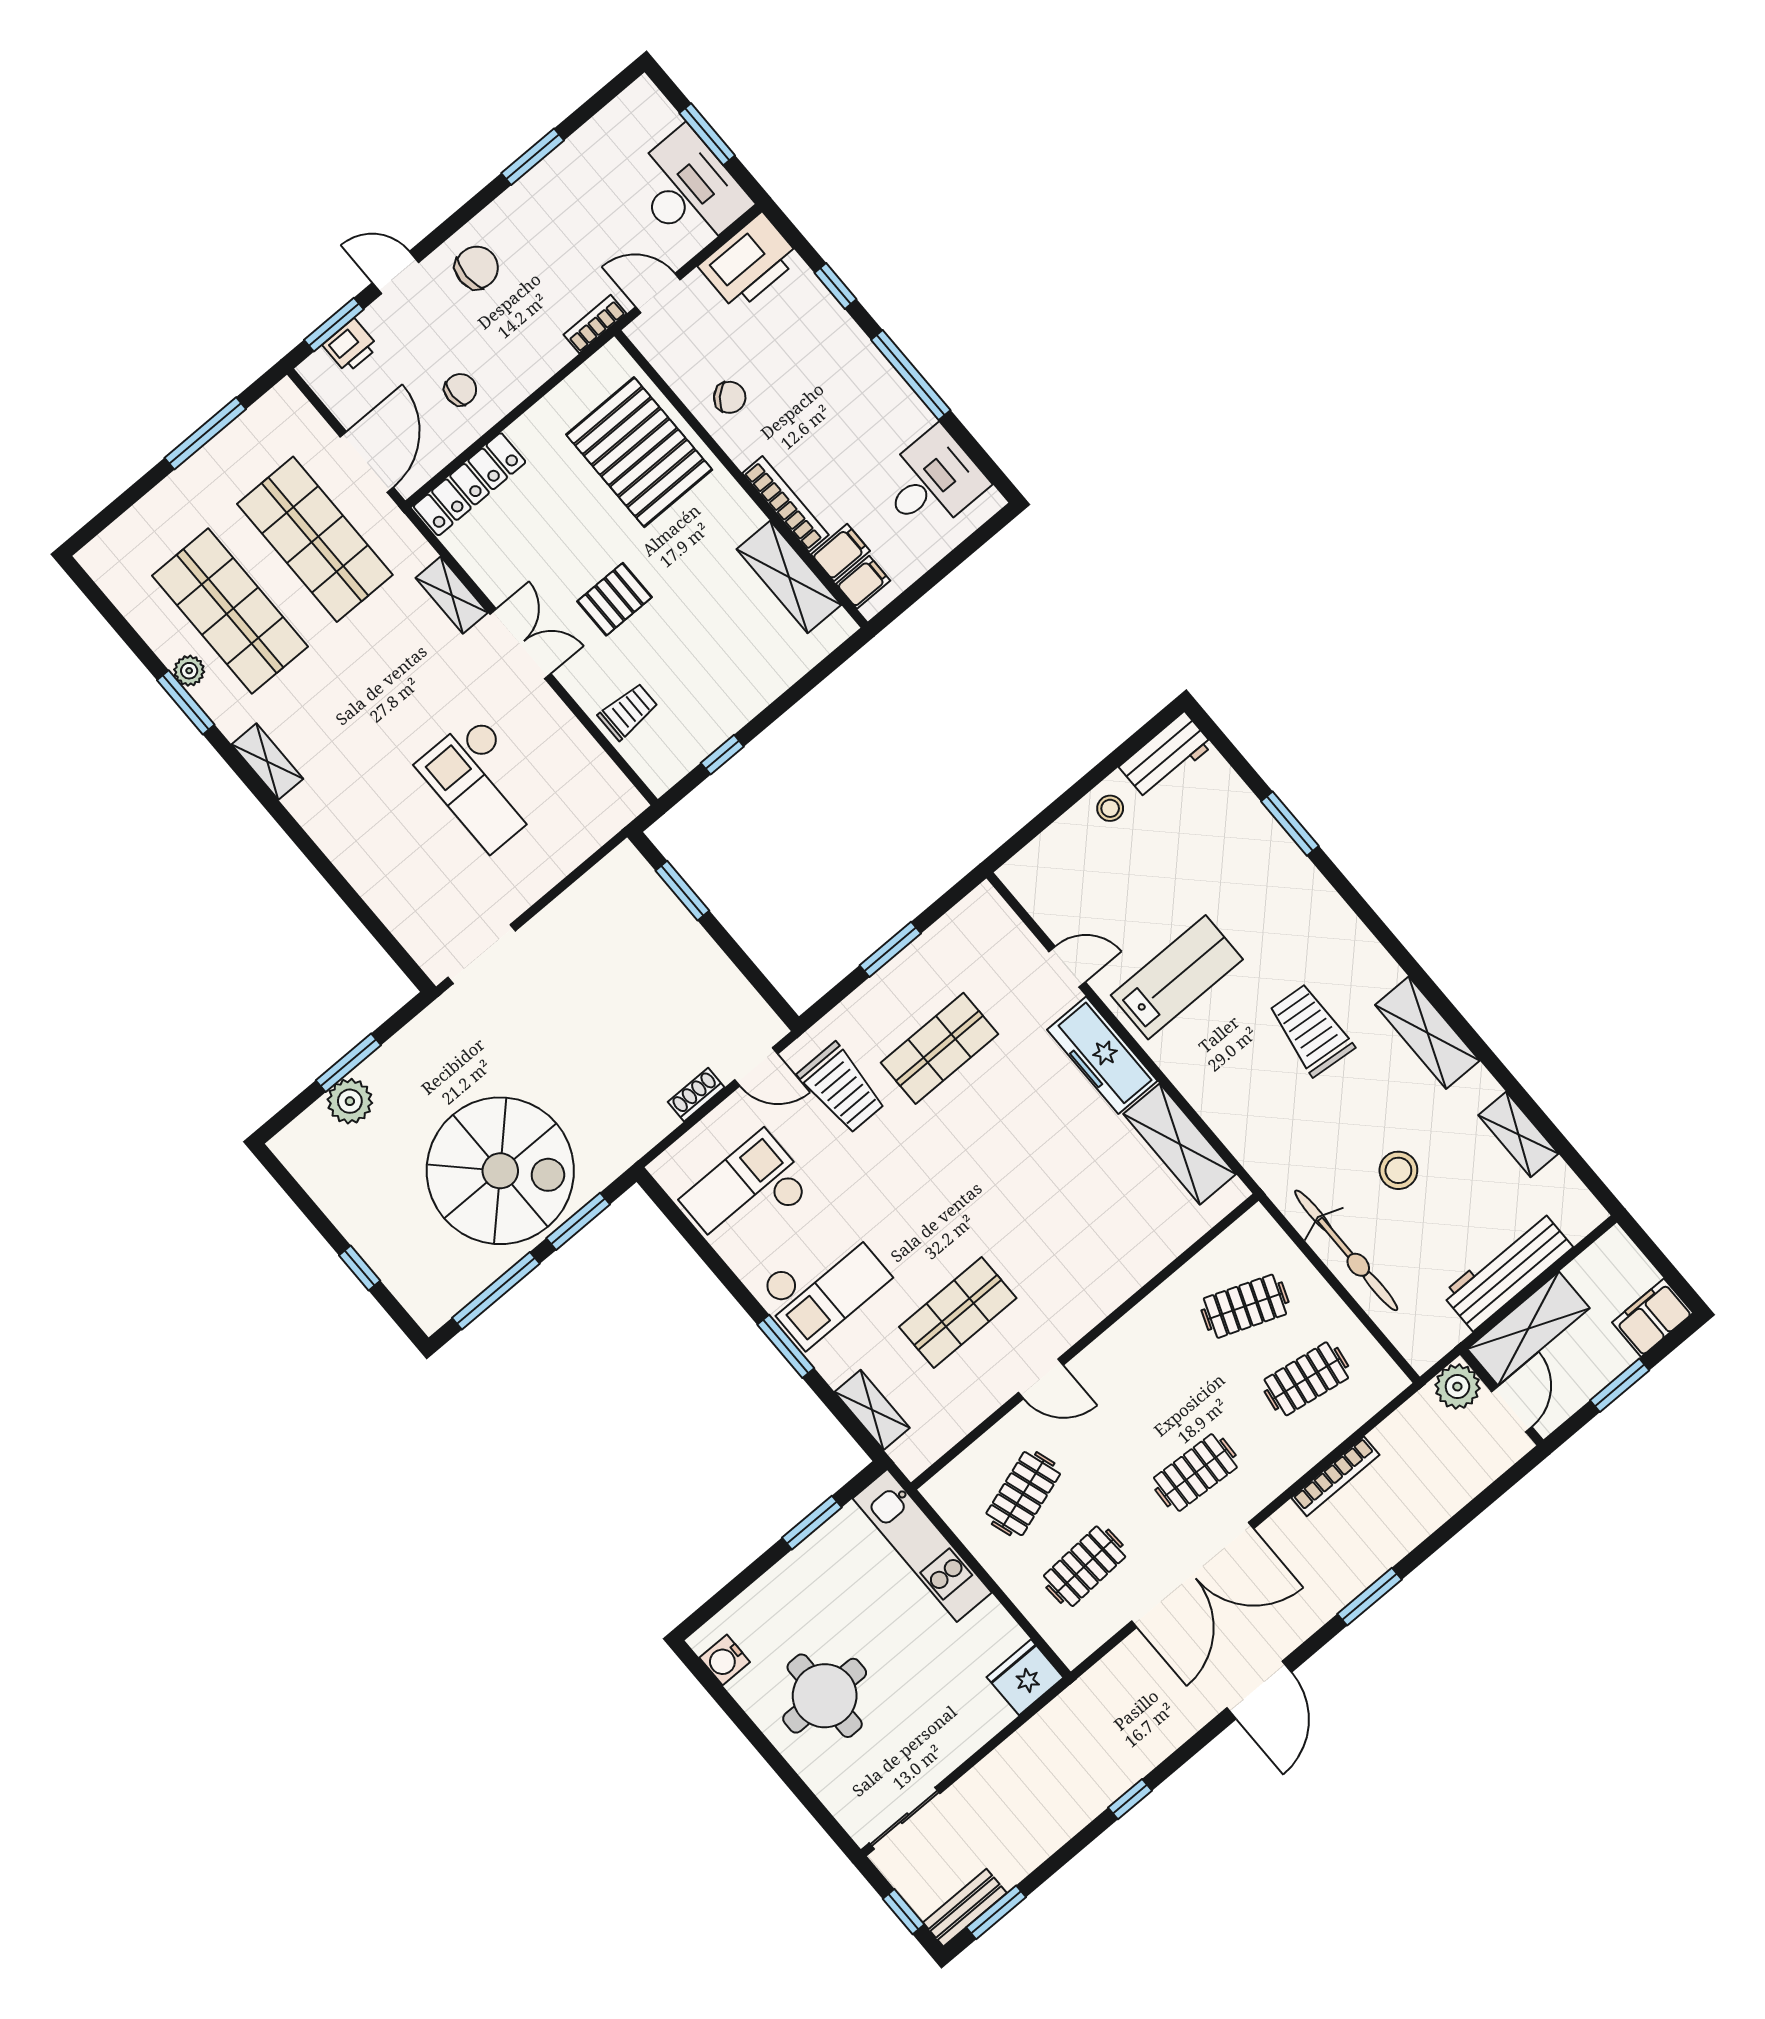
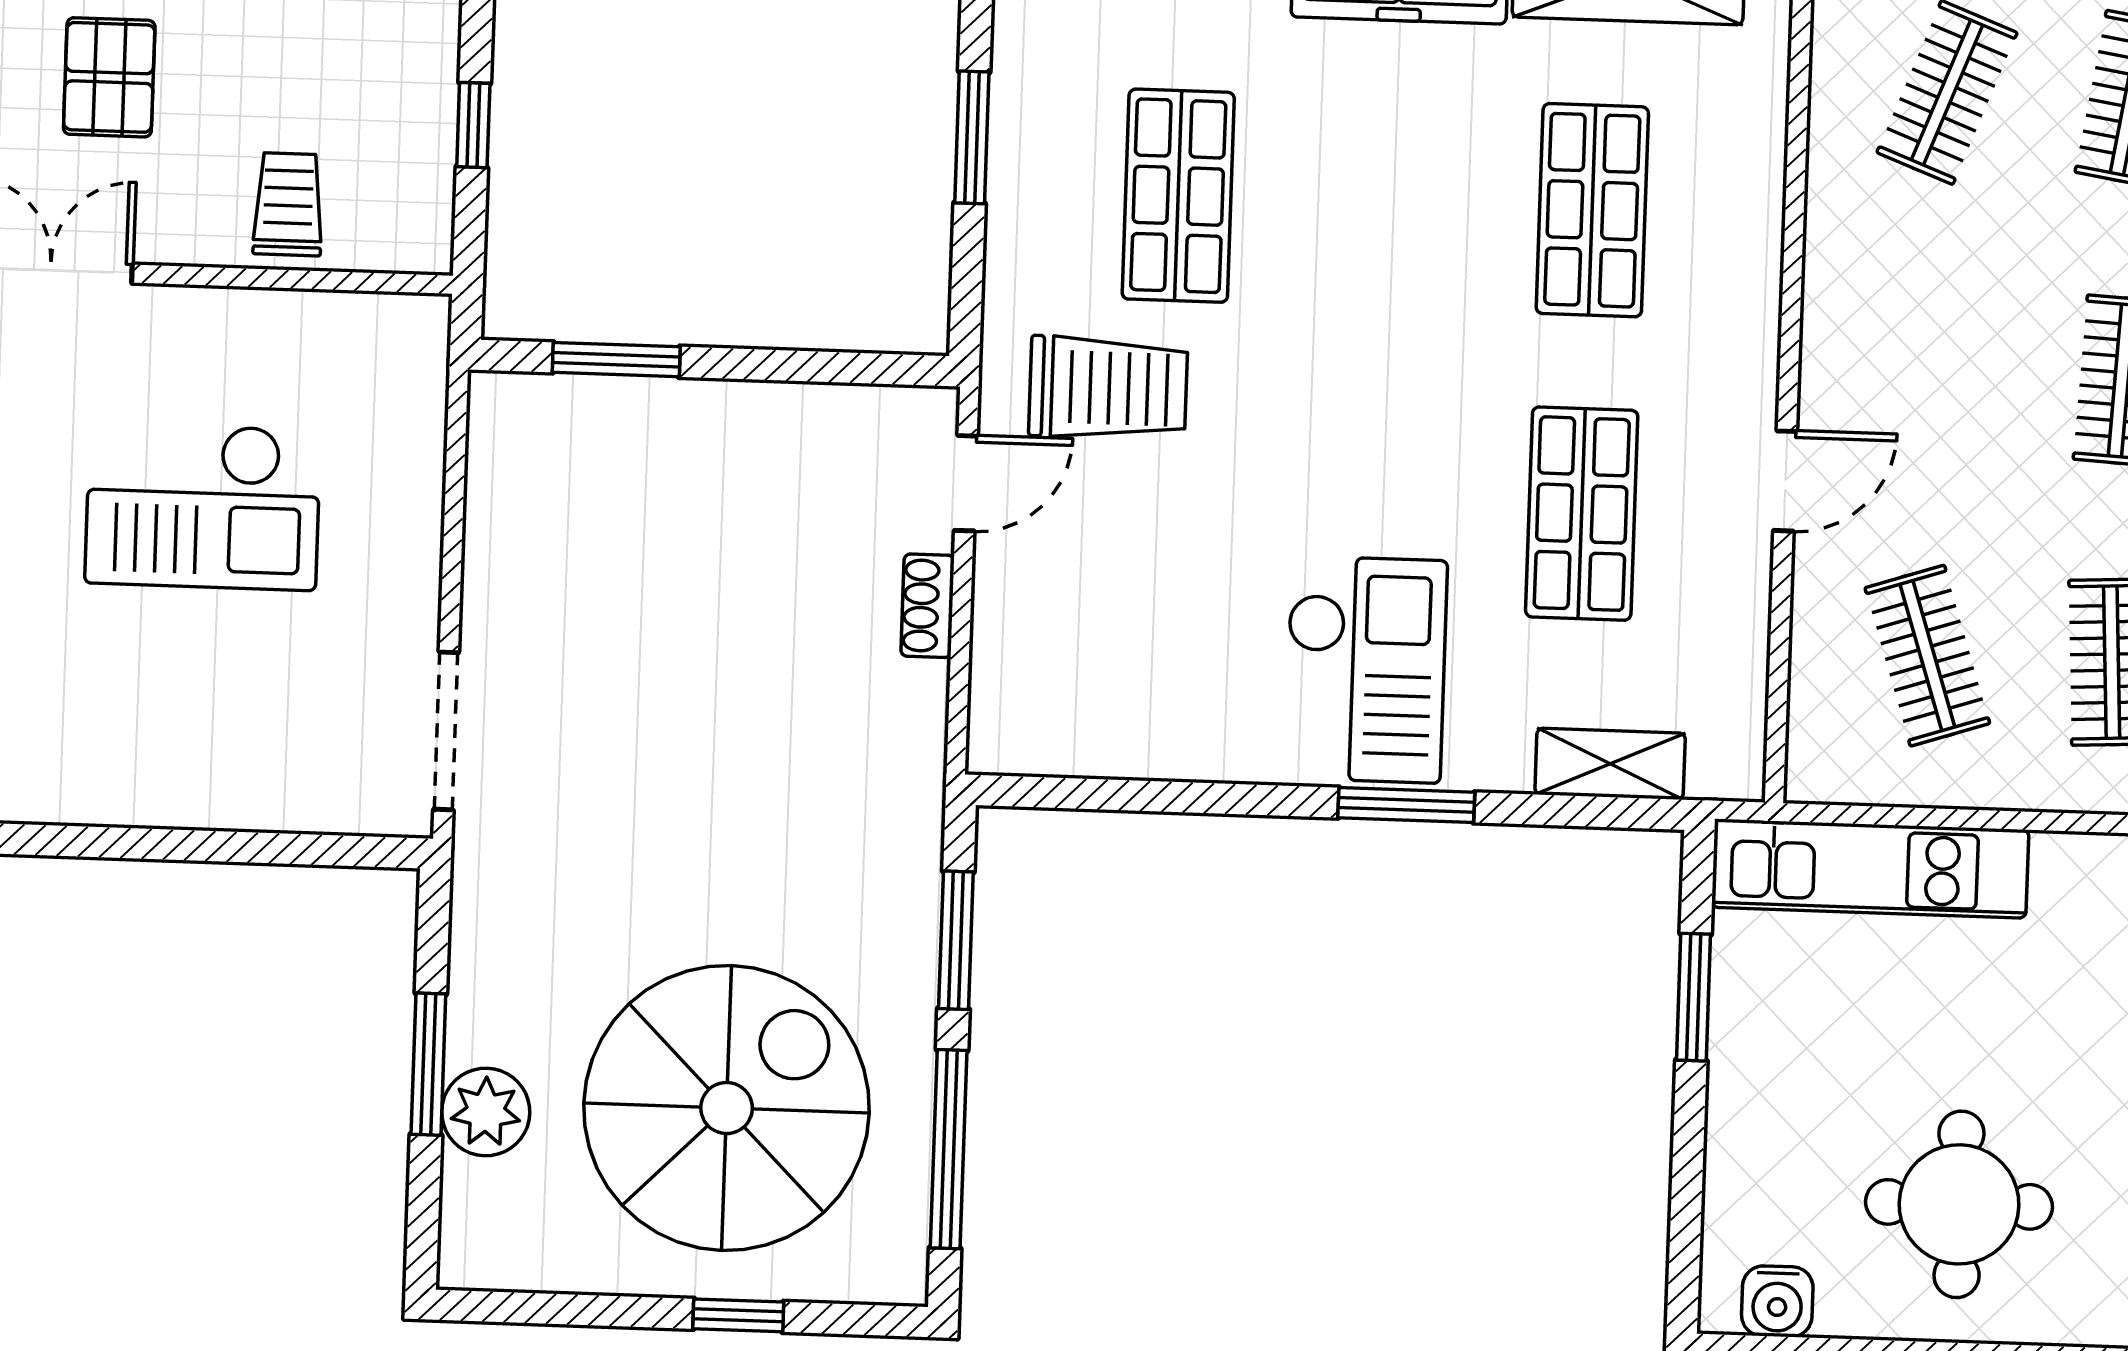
spiral stairs: (500, 1171) -> (727, 1108), moved
checkout: (747, 1193) -> (1136, 662), removed
shop shelf: (1077, 1211) -> (1592, 210), added

